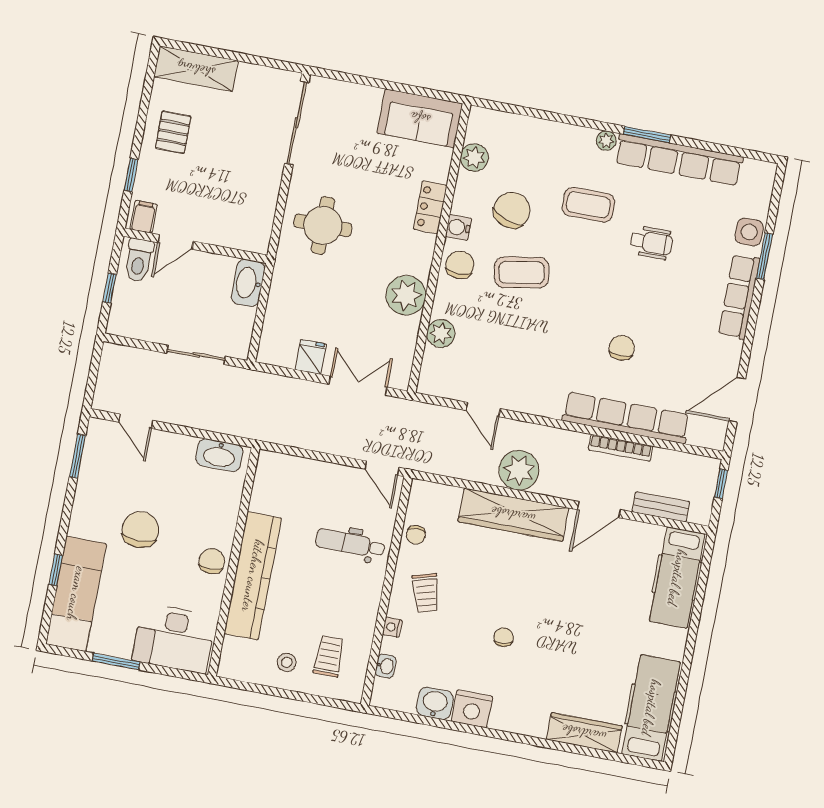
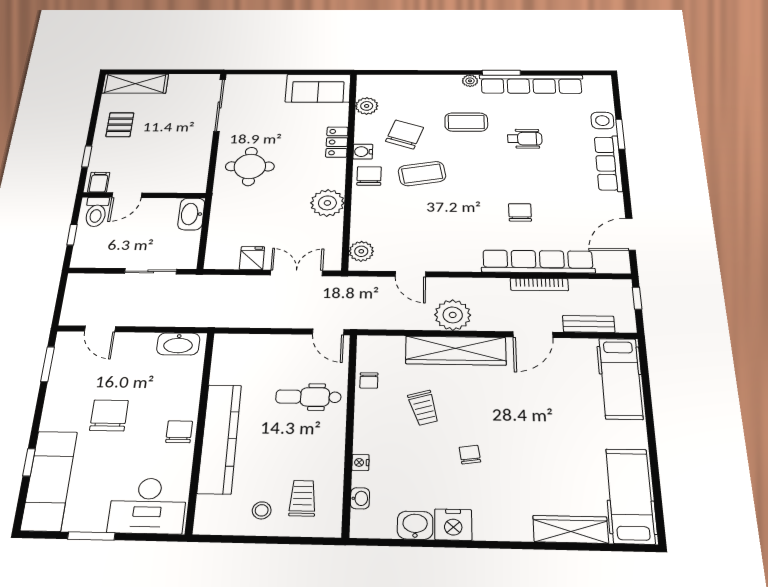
plant: (441, 333) -> (361, 251), moved
trolley: (426, 593) -> (424, 408), moved

